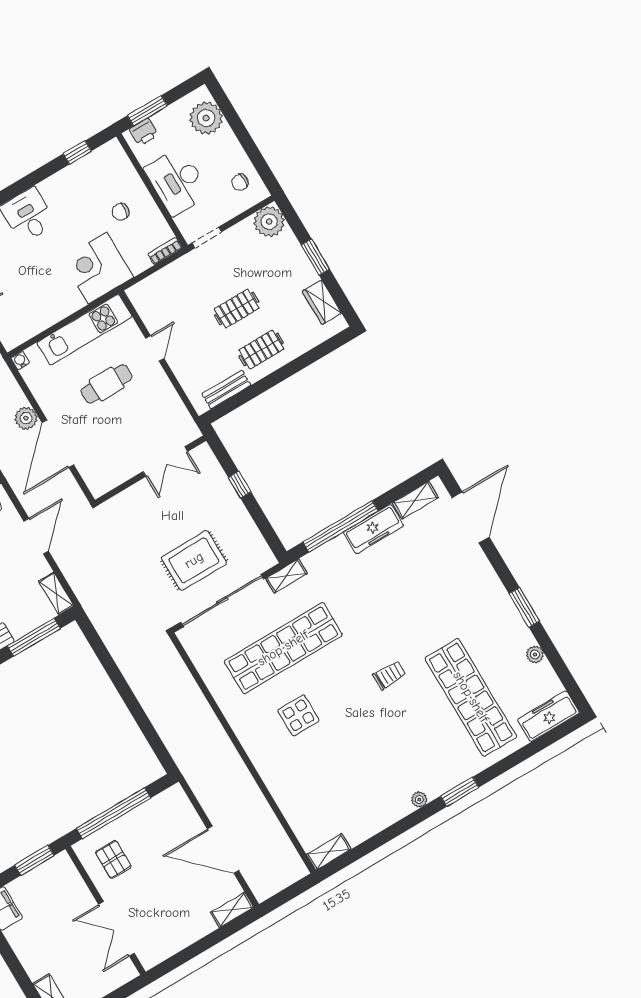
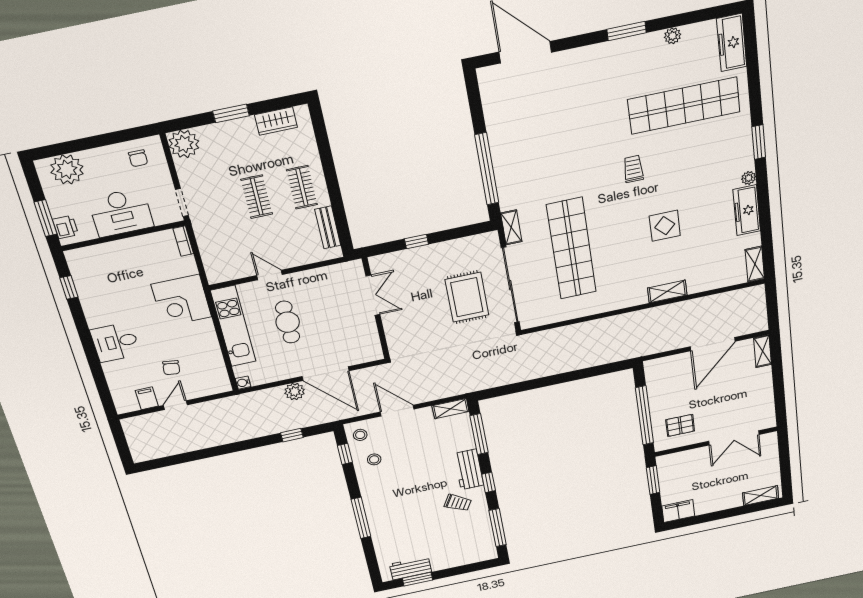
chair: (121, 212) -> (171, 368), moved
shelving: (415, 500) -> (667, 291), moved, turned 90
freezer: (373, 529) -> (747, 210), moved, turned 180
display table: (299, 715) -> (665, 226), moved

